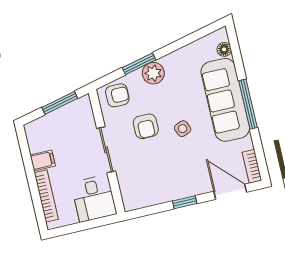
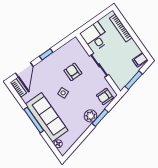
armchair: (146, 126) -> (73, 72), moved
filing cabinet: (43, 160) -> (140, 60), moved
door: (230, 192) -> (24, 70), hinge flipped

